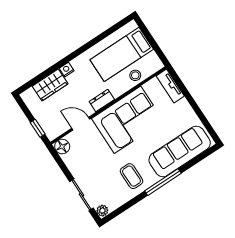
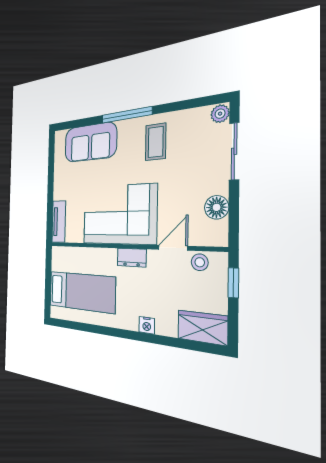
stool: (135, 75) -> (200, 262), moved
wardrobe: (50, 85) -> (202, 327), moved
door: (81, 124) -> (173, 248), swing flipped
floor lamp: (62, 147) -> (217, 207), moved
sofa: (180, 151) -> (90, 142), width x0.73

